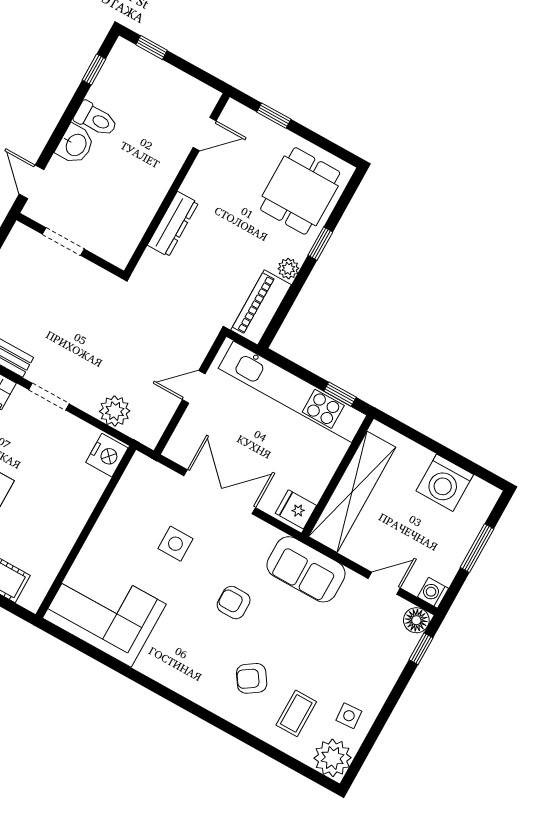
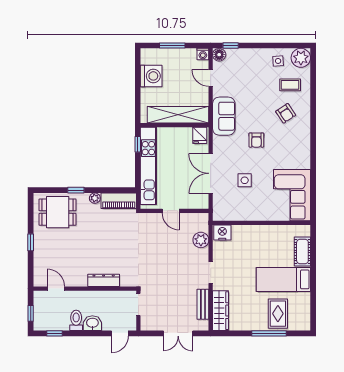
door: (205, 134) -> (56, 289), moved
wall: (177, 184) -> (85, 289), moved
dresser: (173, 224) -> (104, 280), moved

